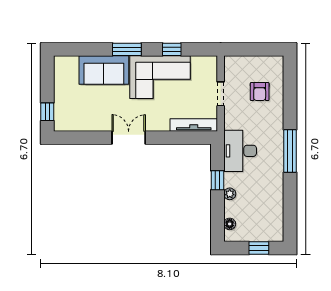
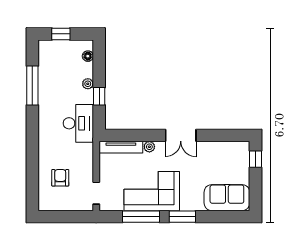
window: (172, 49) -> (141, 217), width x2.17
sofa: (104, 70) -> (227, 198), moved
doorway: (221, 94) -> (96, 193), moved
plant: (163, 125) -> (149, 147), added
window: (290, 151) -> (32, 85), moved

